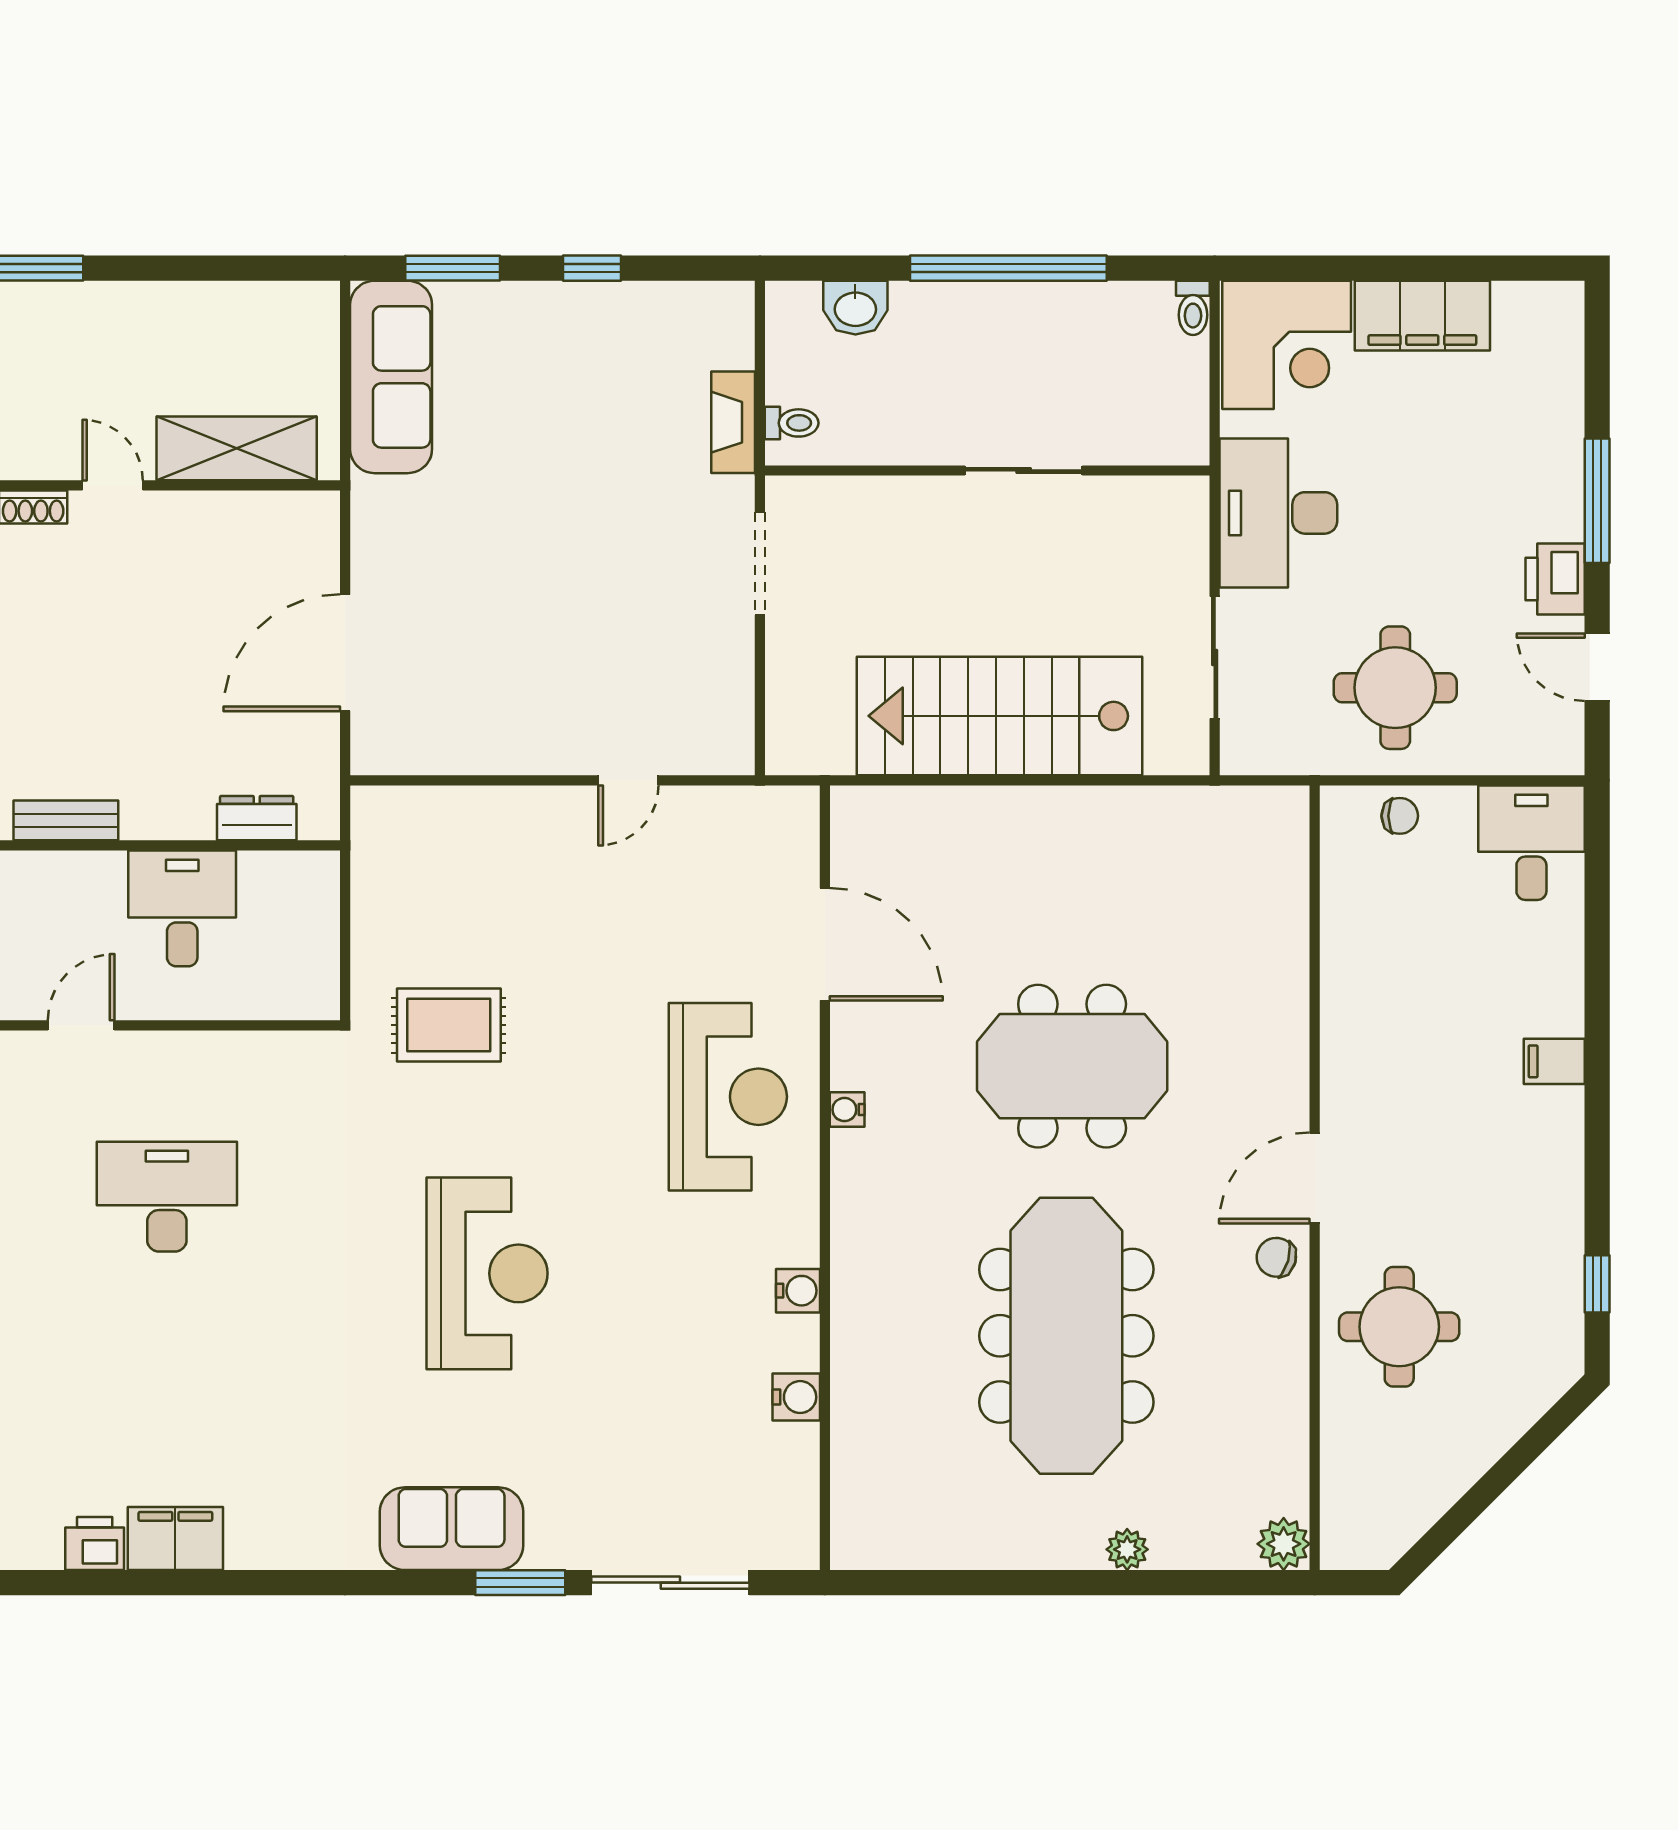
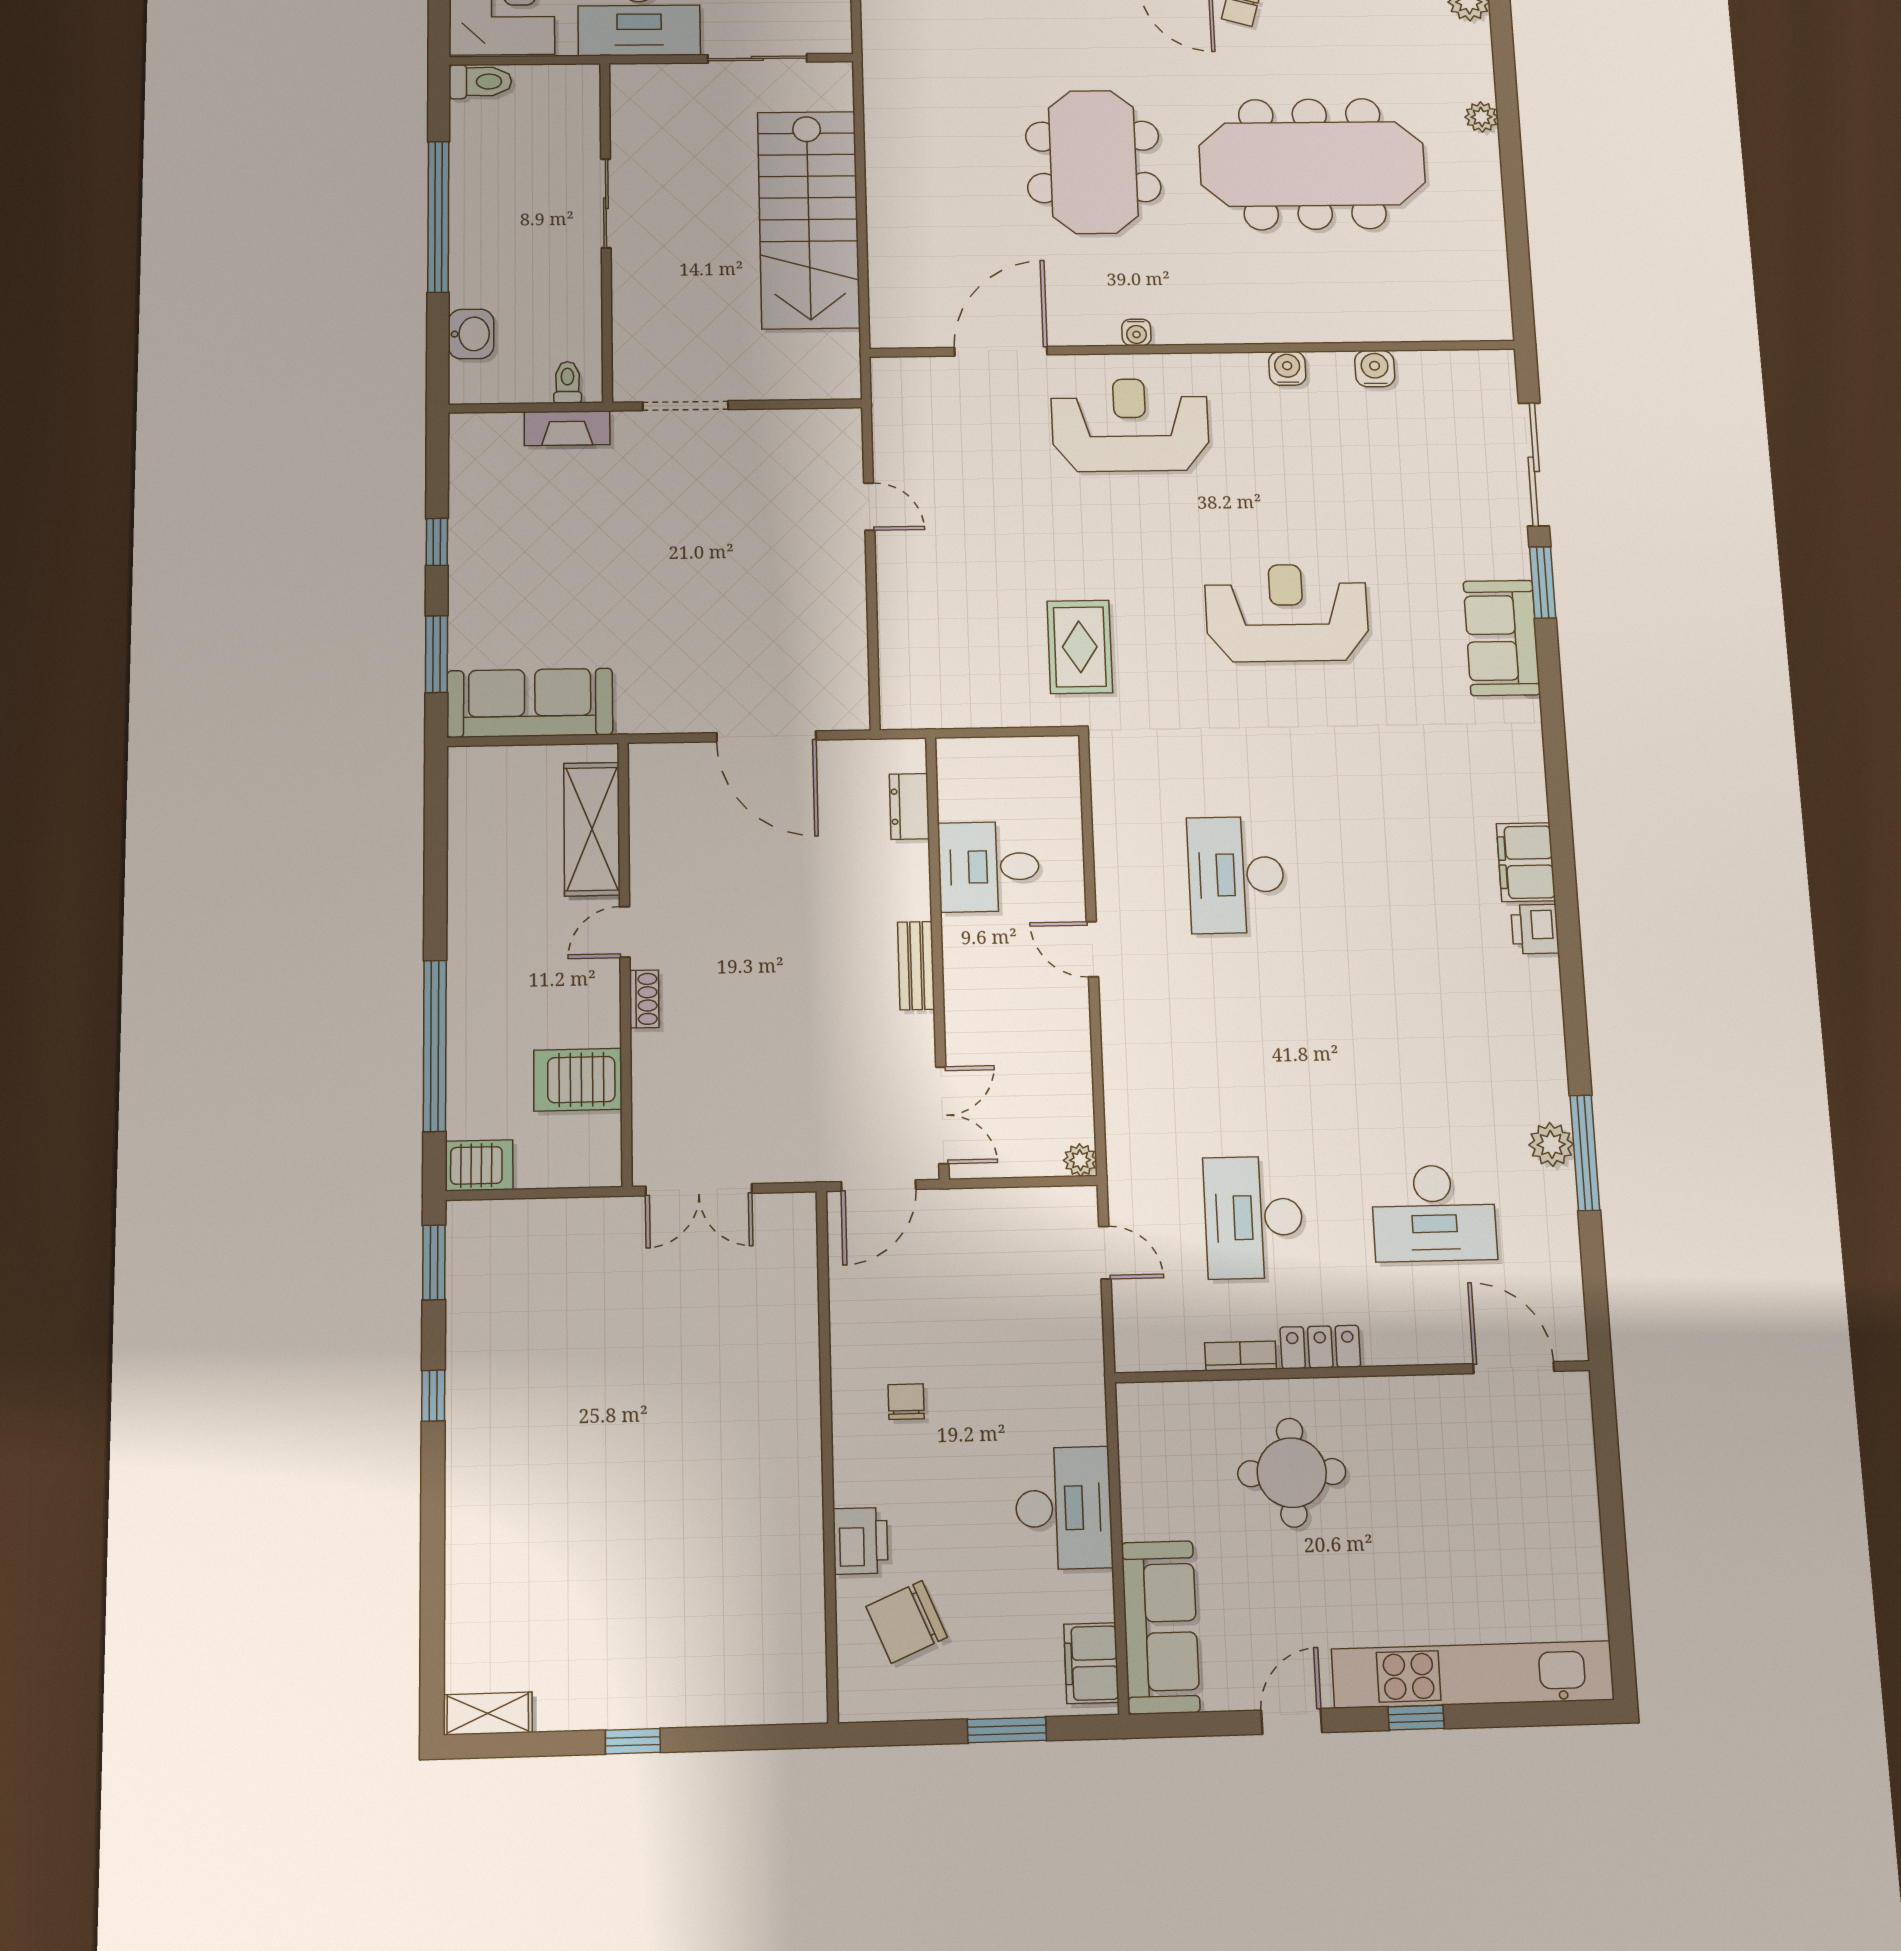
toilet: (1193, 308) -> (480, 82), width x1.37, depth x1.39

